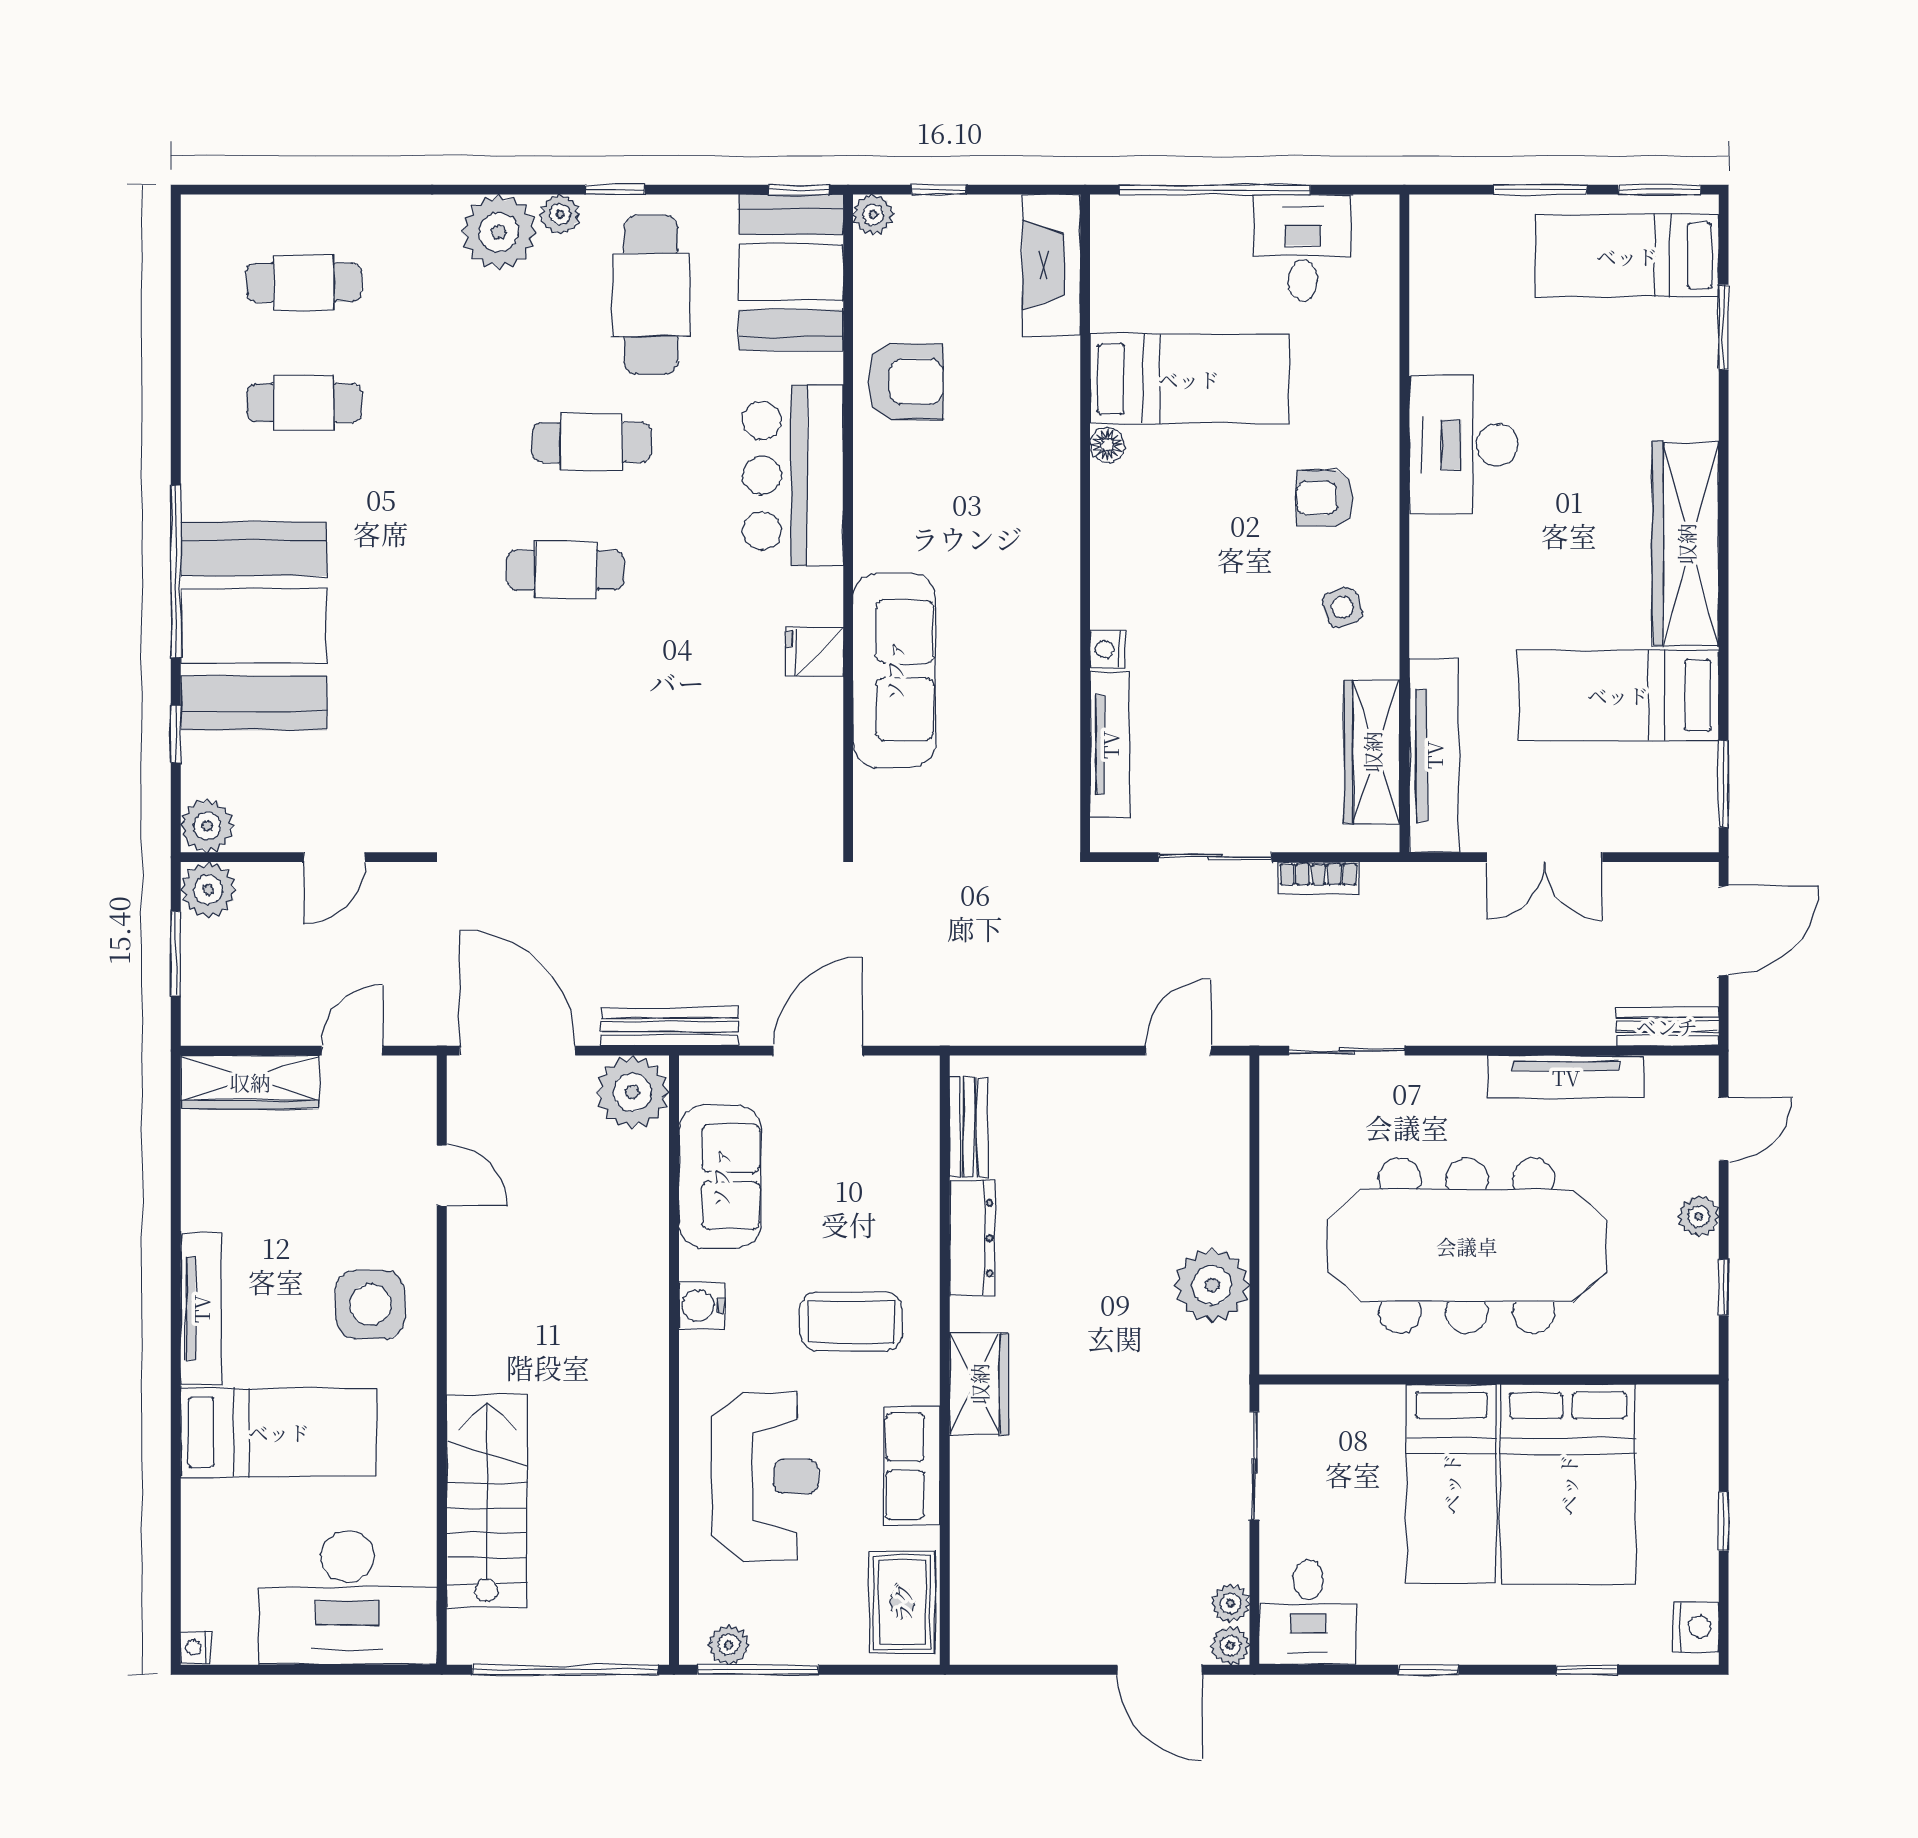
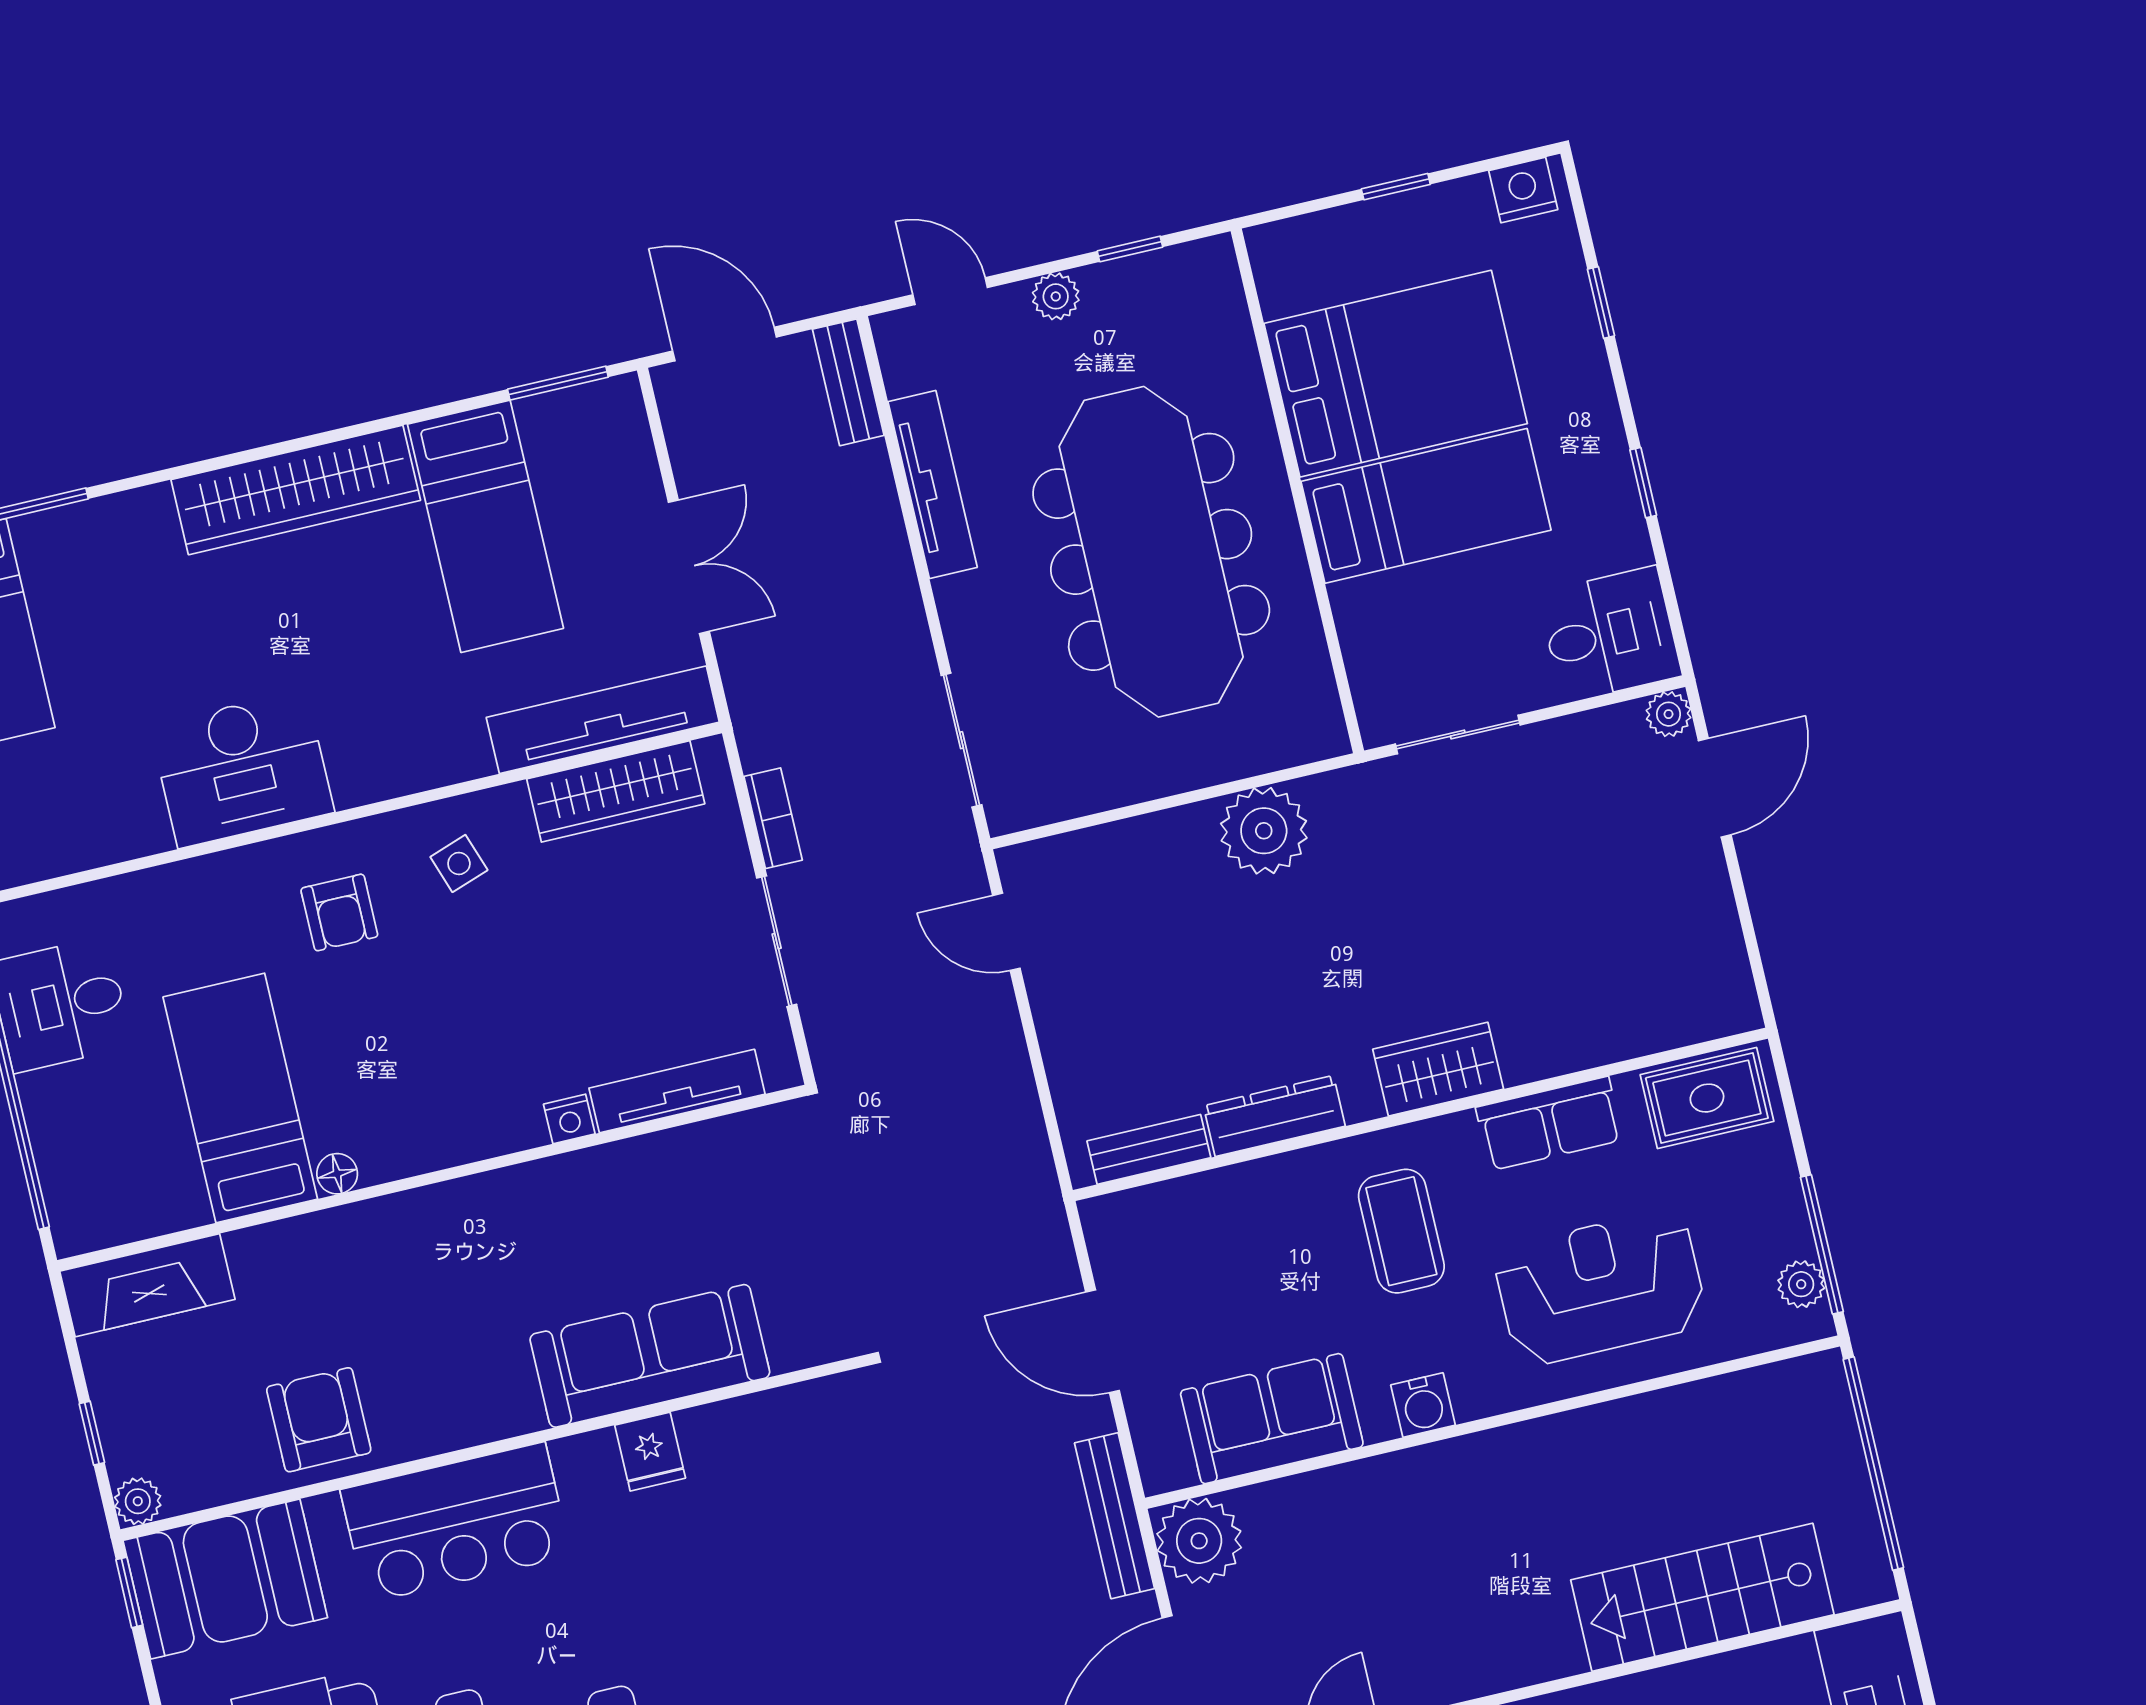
plant: (1231, 1603) -> (1620, 725), removed

